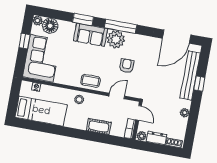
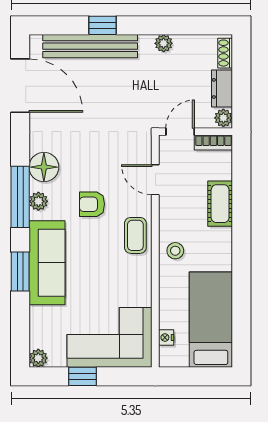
floor lamp: (50, 26) -> (44, 167), moved
sofa: (91, 35) -> (47, 263), width x1.36
plant: (116, 39) -> (38, 201), width x0.53, depth x0.53
armchair: (127, 66) -> (92, 204), moved

